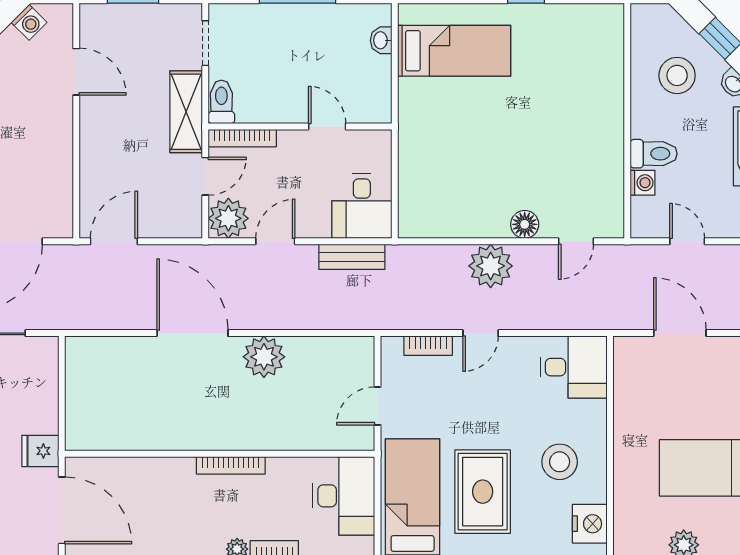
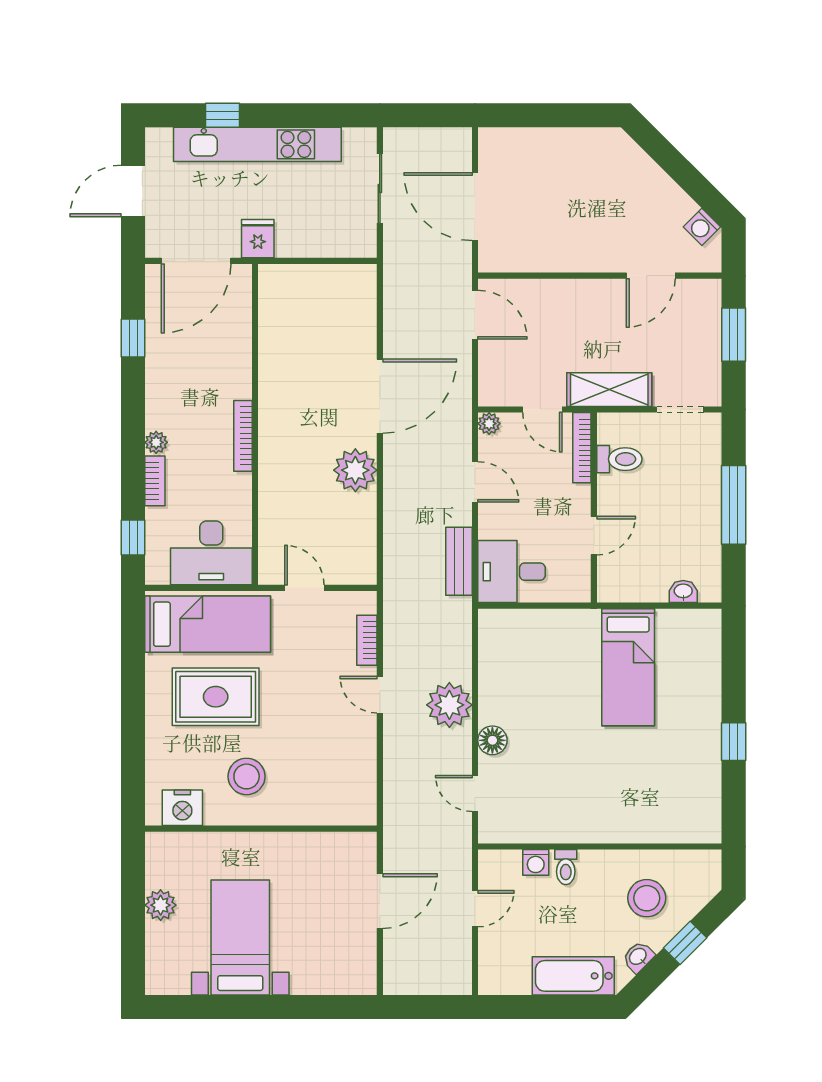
bed: (454, 51) -> (628, 667), moved
toilet: (221, 102) -> (619, 459), moved
toilet: (654, 154) -> (566, 867), width x0.73, depth x0.72
plant: (228, 218) -> (489, 424), width x0.53, depth x0.53
desk: (574, 367) -> (345, 791), removed

